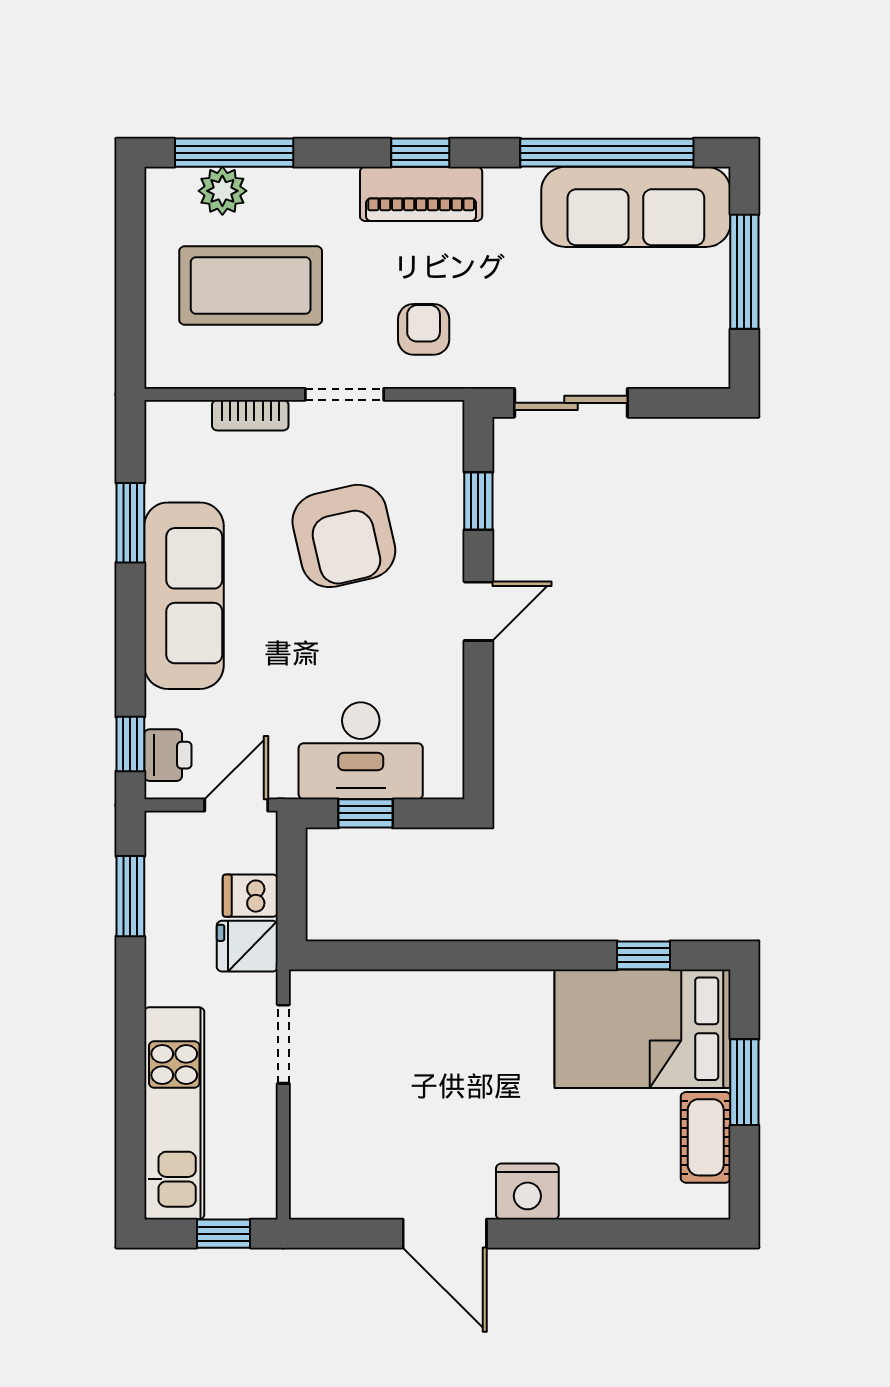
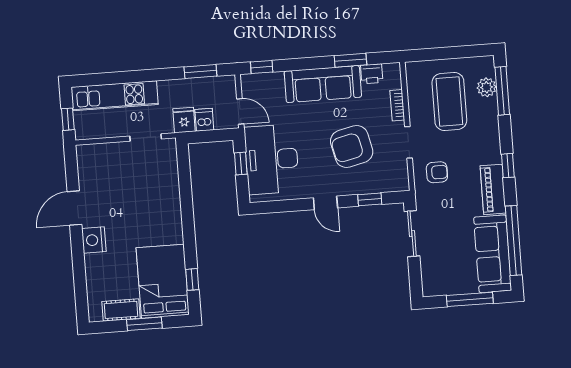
piano: (421, 194) -> (493, 189), moved
desk: (361, 751) -> (272, 159), width x1.36, depth x1.30
printer: (168, 755) -> (372, 74), moved

